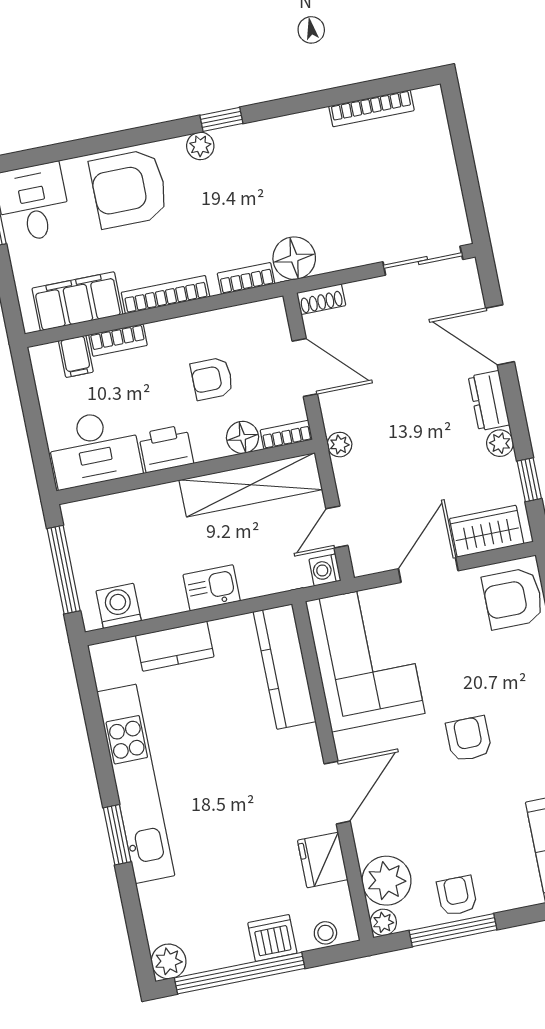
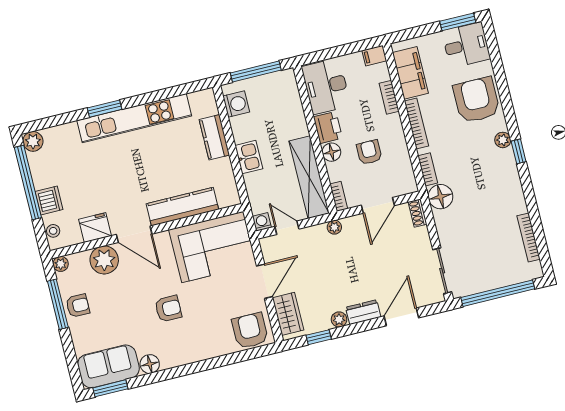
window: (466, 166) -> (498, 293), added
filing cabinet: (76, 356) -> (374, 56), moved
floor lamp: (243, 437) -> (331, 152), moved
door: (428, 570) -> (264, 281), hinge flipped
kitchen counter: (285, 667) -> (182, 207), moved
plant: (387, 881) -> (104, 260), moved

